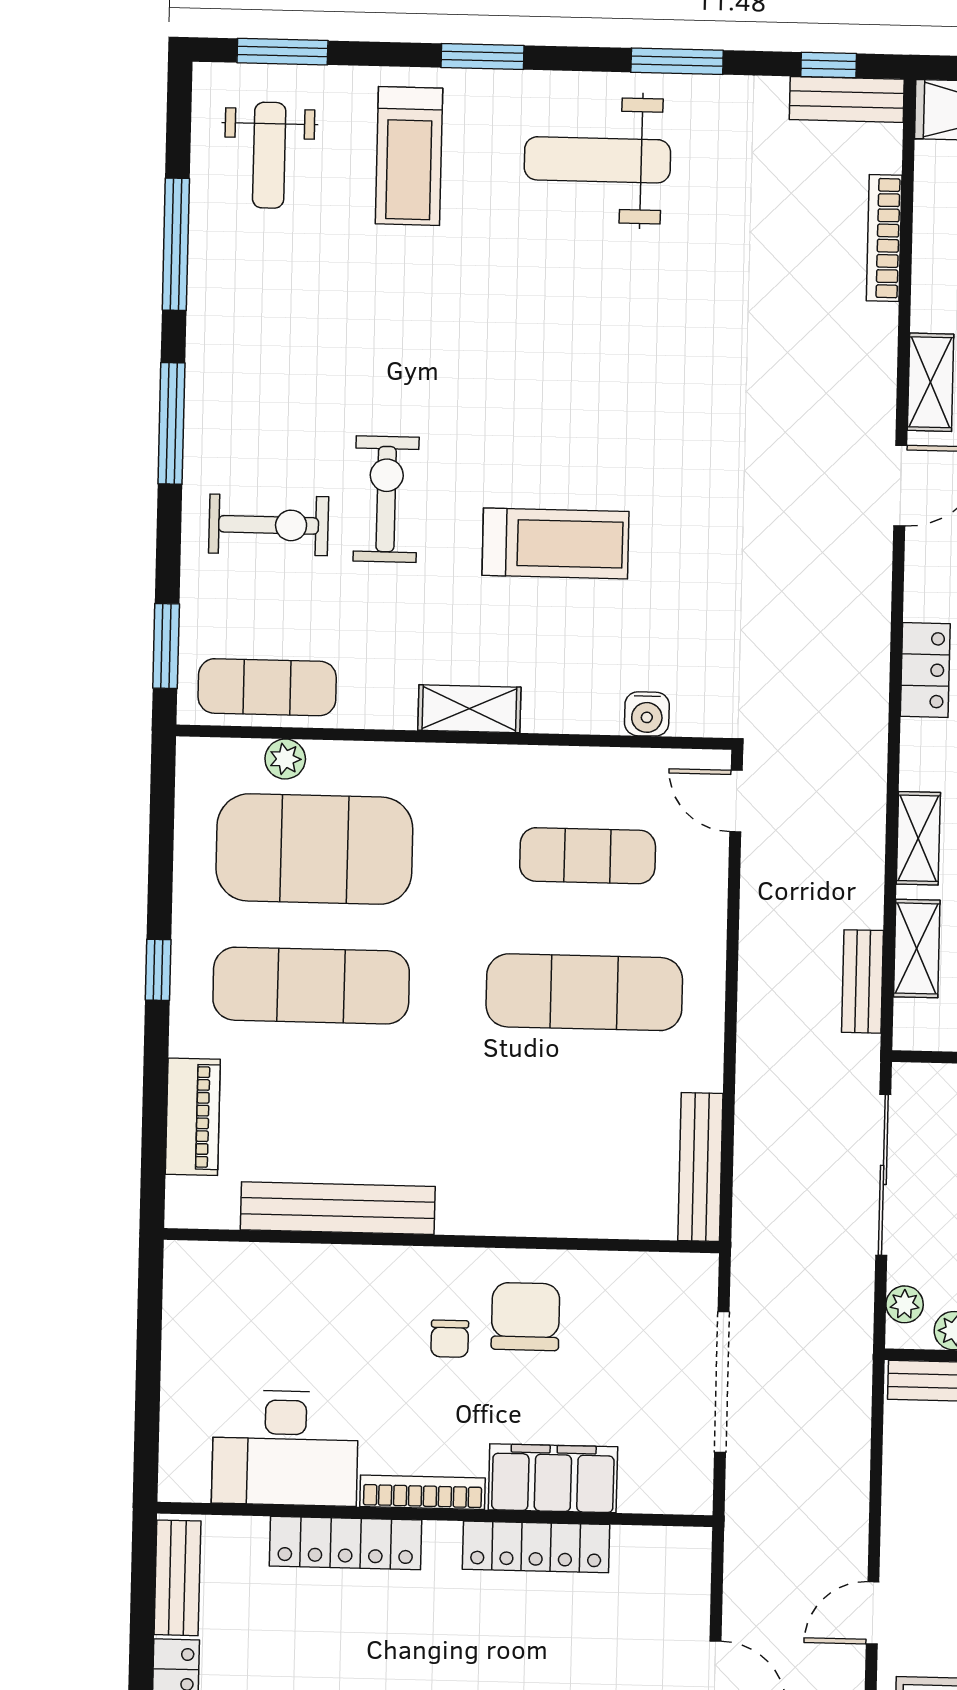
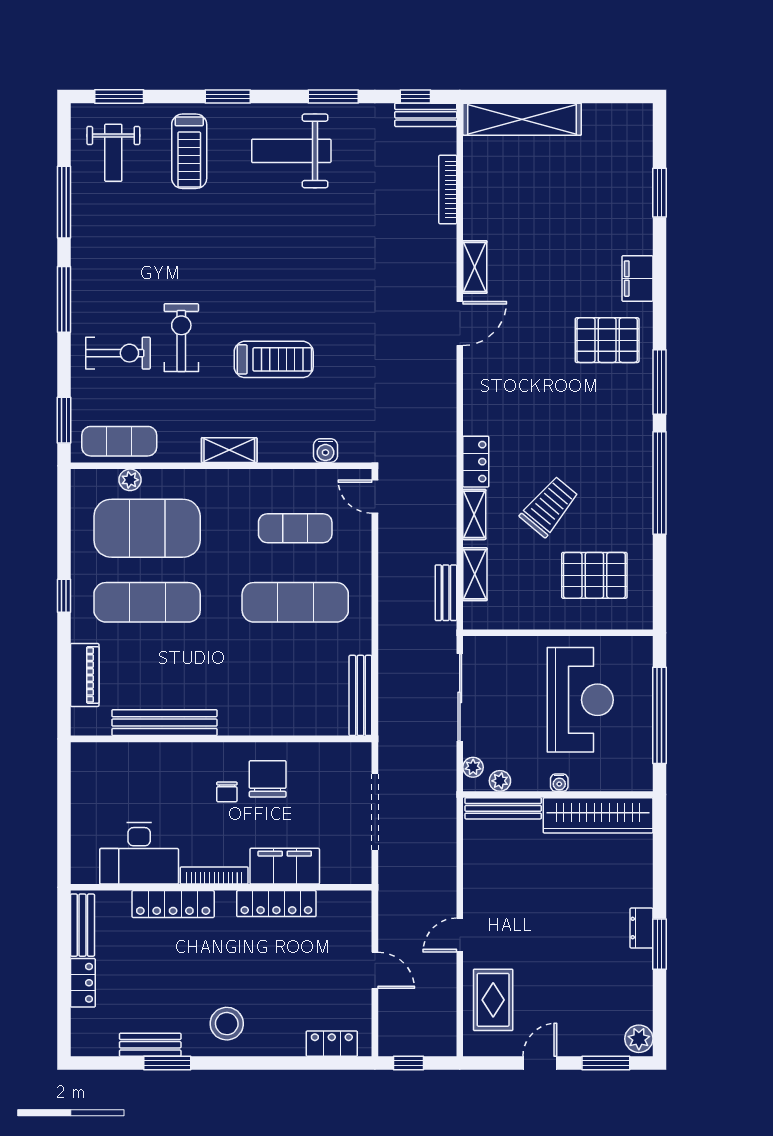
locker: (925, 670) -> (476, 462), moved

